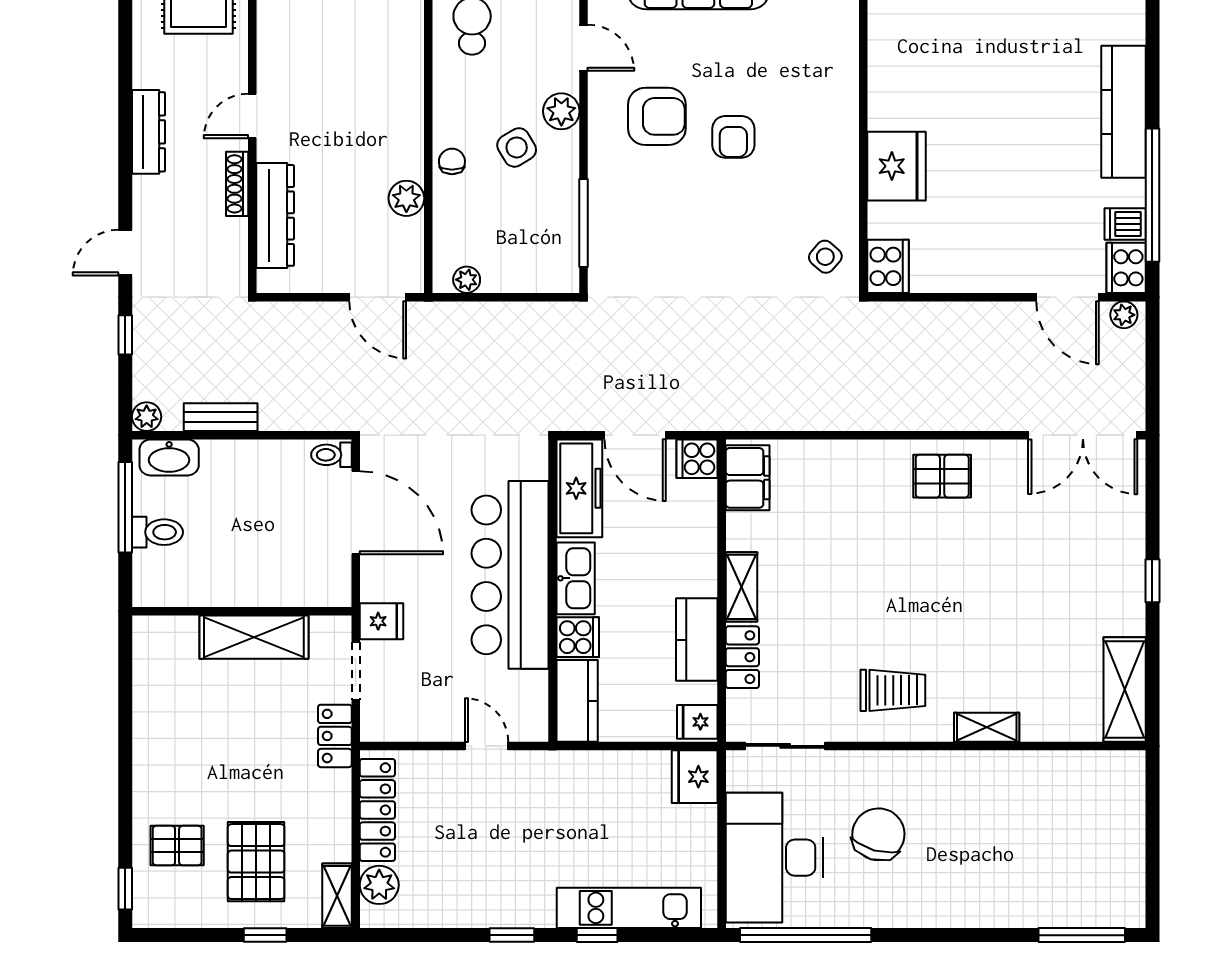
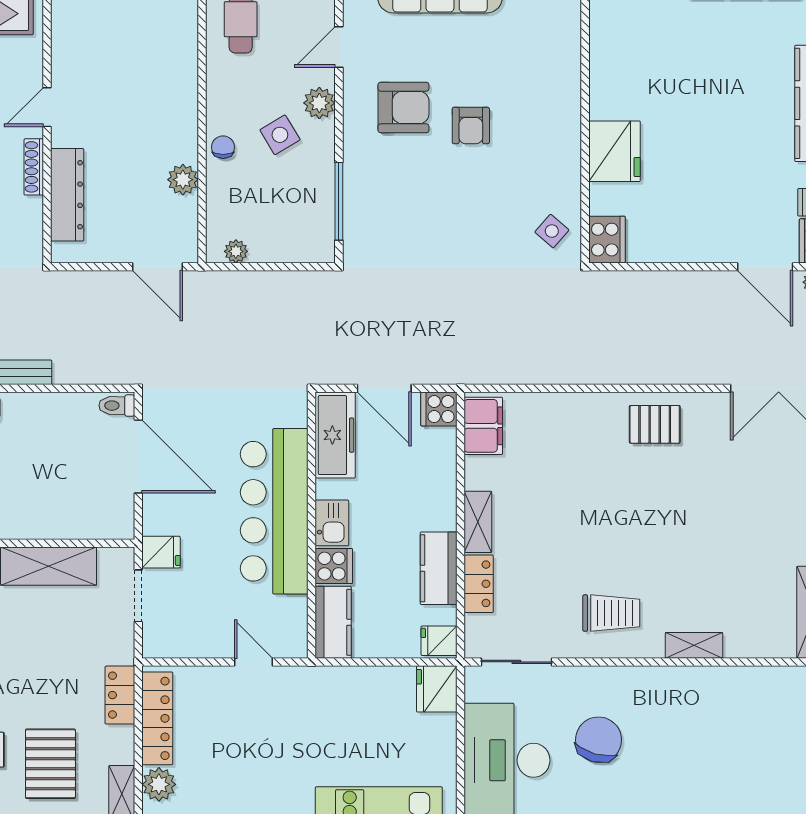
door: (584, 48) -> (339, 47), swing flipped
kitchen sink: (576, 578) -> (332, 523), width x0.73
locker: (335, 736) -> (120, 695), moved

